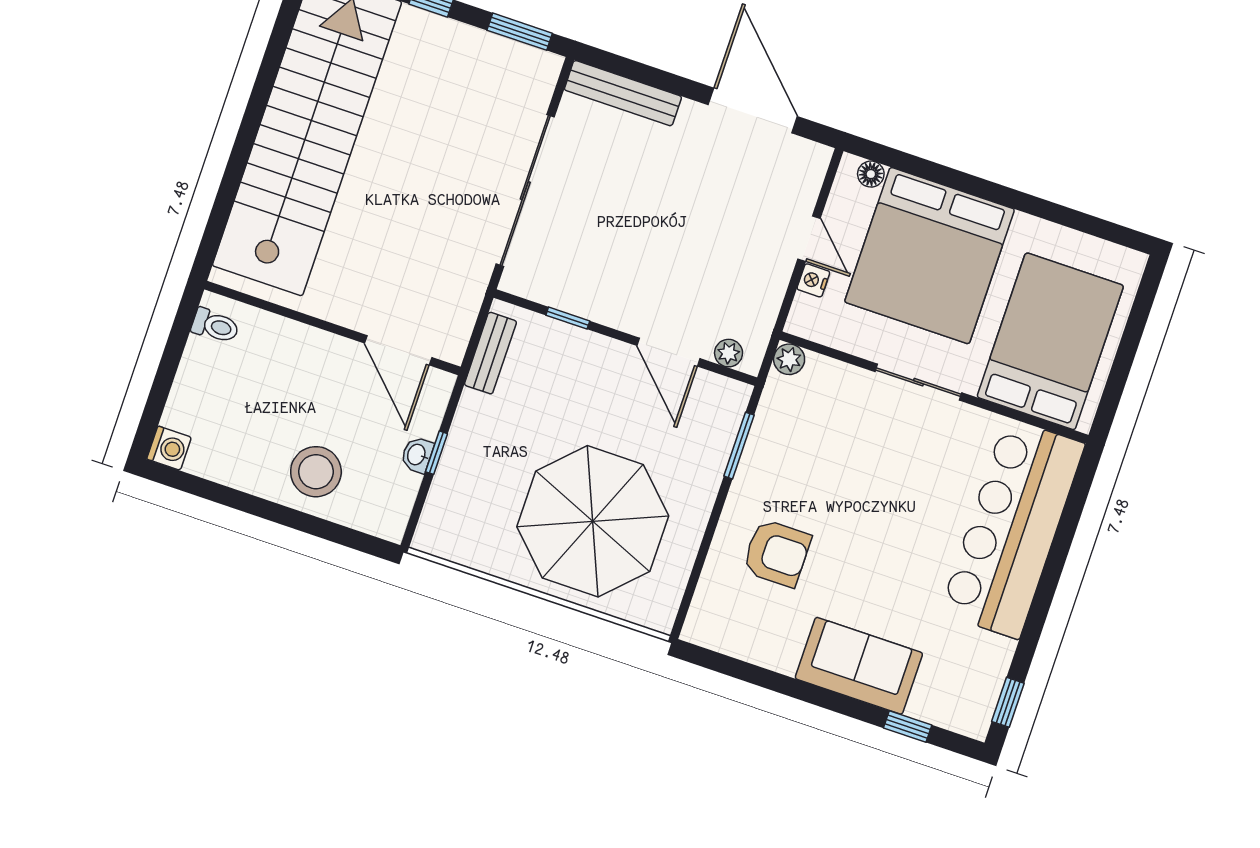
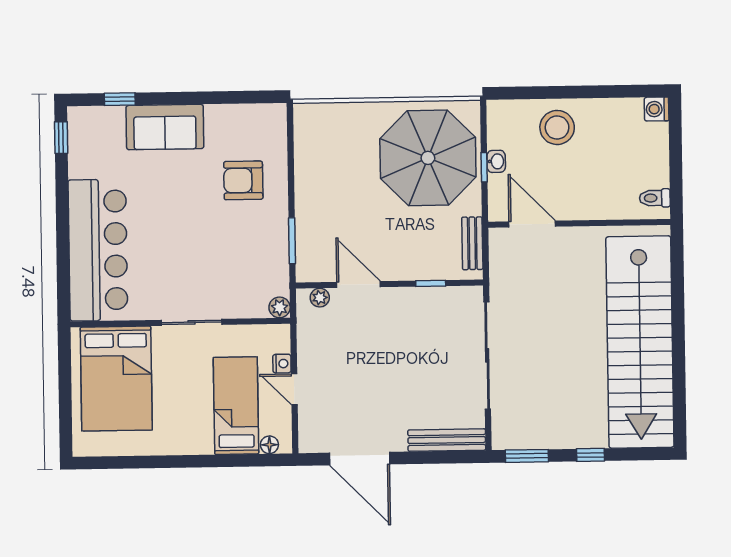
bed: (930, 256) -> (236, 406), width x0.49
parasol: (593, 521) -> (428, 158), moved

